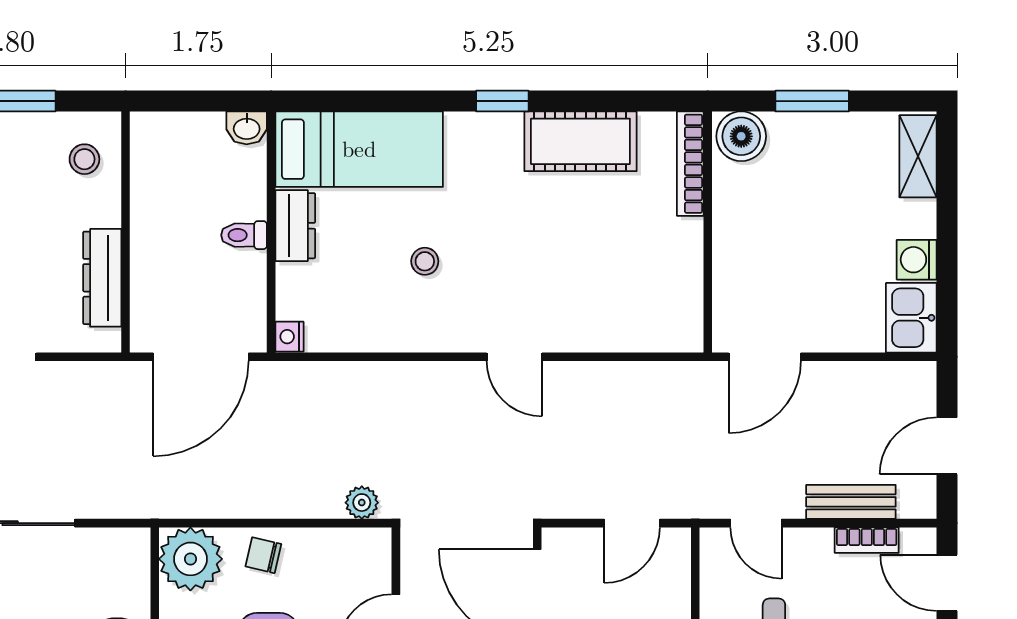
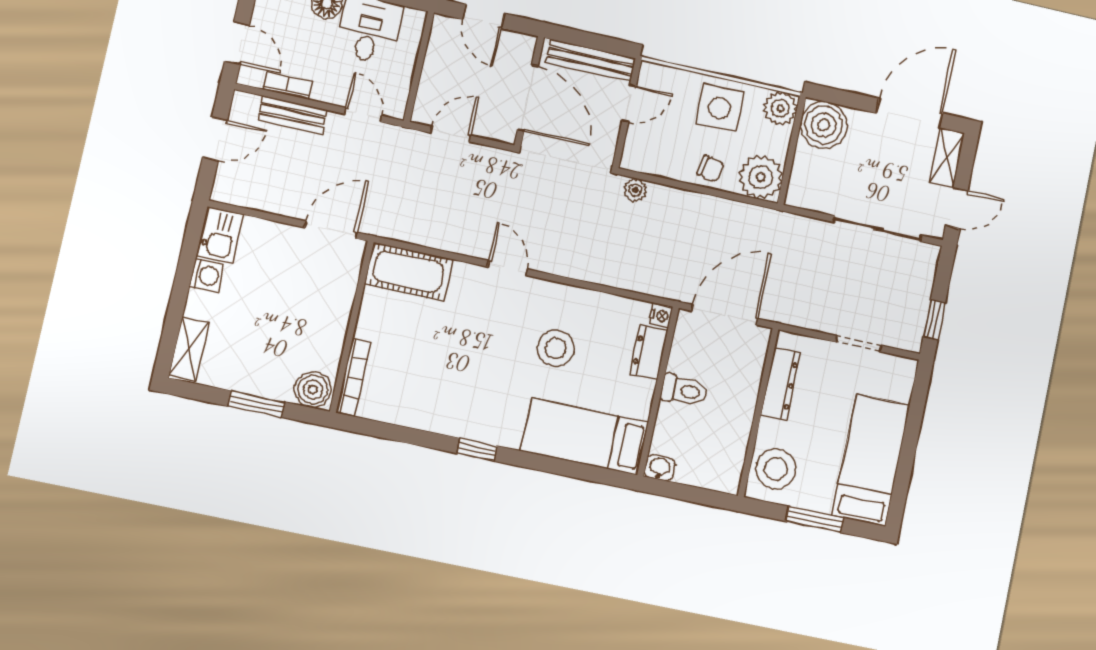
cot: (580, 141) -> (409, 272), moved
stool: (84, 159) -> (776, 469), width x1.89, depth x1.89
dresser: (295, 226) -> (649, 352), moved
toilet: (244, 235) -> (684, 391), width x1.37, depth x1.39
stool: (425, 261) -> (556, 348), width x1.89, depth x1.89

